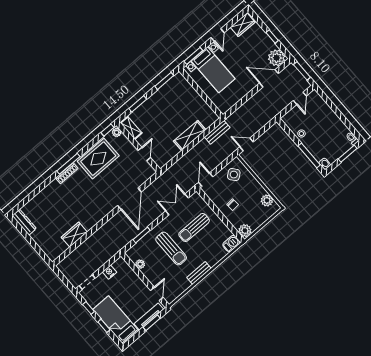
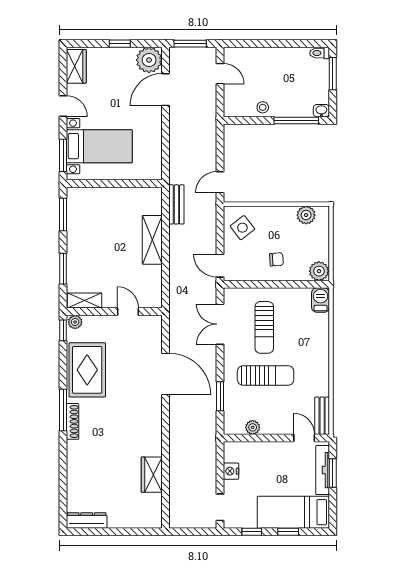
bench: (199, 273) -> (322, 416), moved

